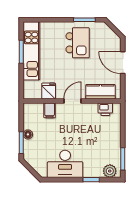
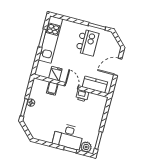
door: (123, 63) -> (118, 67), hinge flipped
door: (72, 101) -> (72, 86), hinge flipped
printer: (105, 109) -> (82, 96), moved
desk: (65, 164) -> (68, 136), moved

